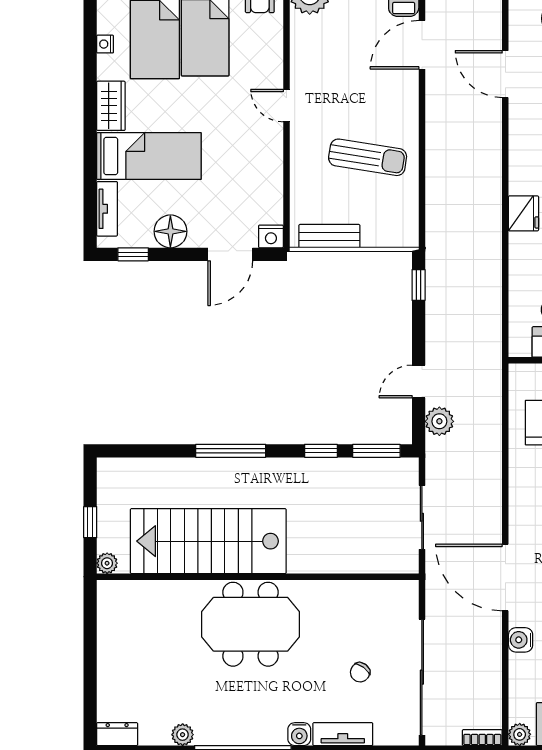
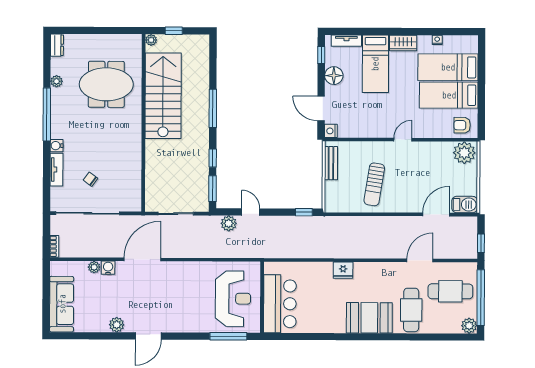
door: (422, 45) -> (436, 214), hinge flipped
meeting table: (251, 624) -> (106, 84), moved, turned 90
plant: (520, 734) -> (94, 267), moved

